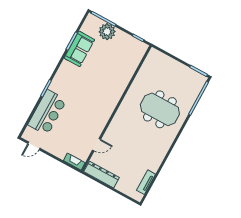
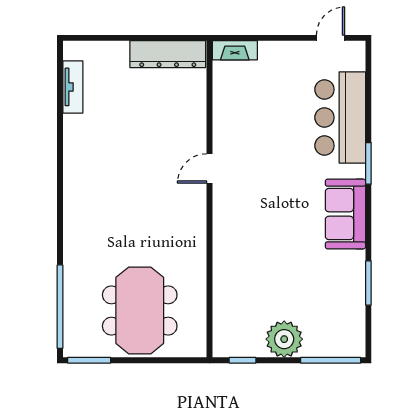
plant: (107, 32) -> (284, 339), moved
sofa: (79, 49) -> (345, 214), moved
meeting table: (160, 109) -> (140, 310), moved, turned 90
door: (97, 145) -> (210, 168), moved

